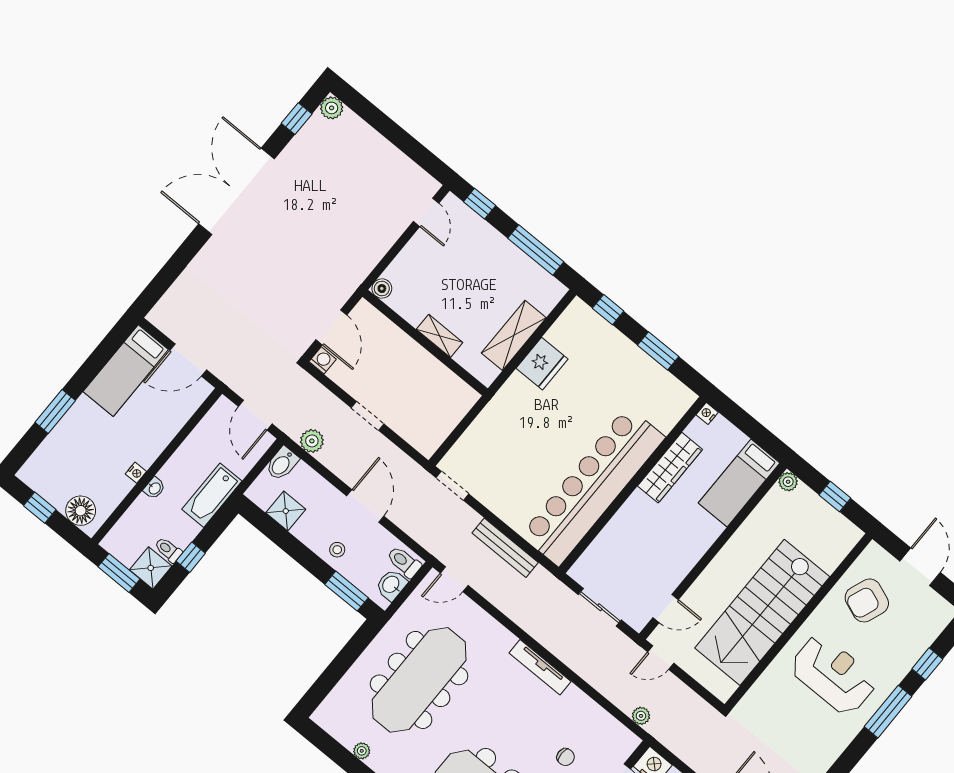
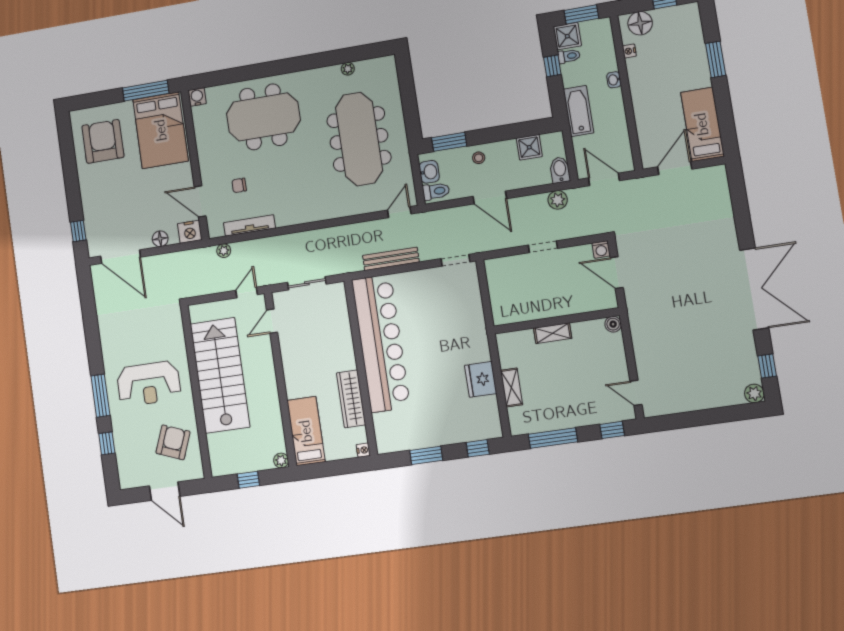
shelving: (514, 335) -> (512, 387), width x0.67, depth x0.75
nightstand: (136, 473) -> (629, 51), moved
tv unit: (540, 667) -> (249, 225), moved

